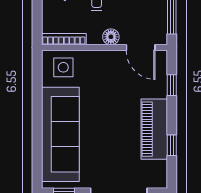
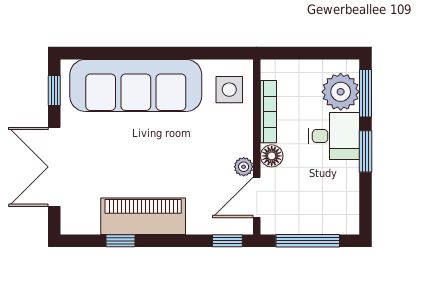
bookcase: (64, 39) -> (268, 112), moved
plant: (119, 57) -> (244, 167), added
window: (172, 85) -> (227, 241), moved

